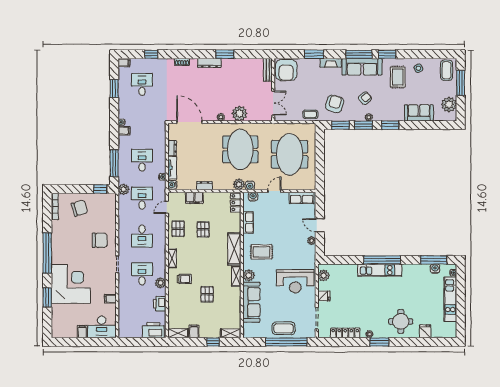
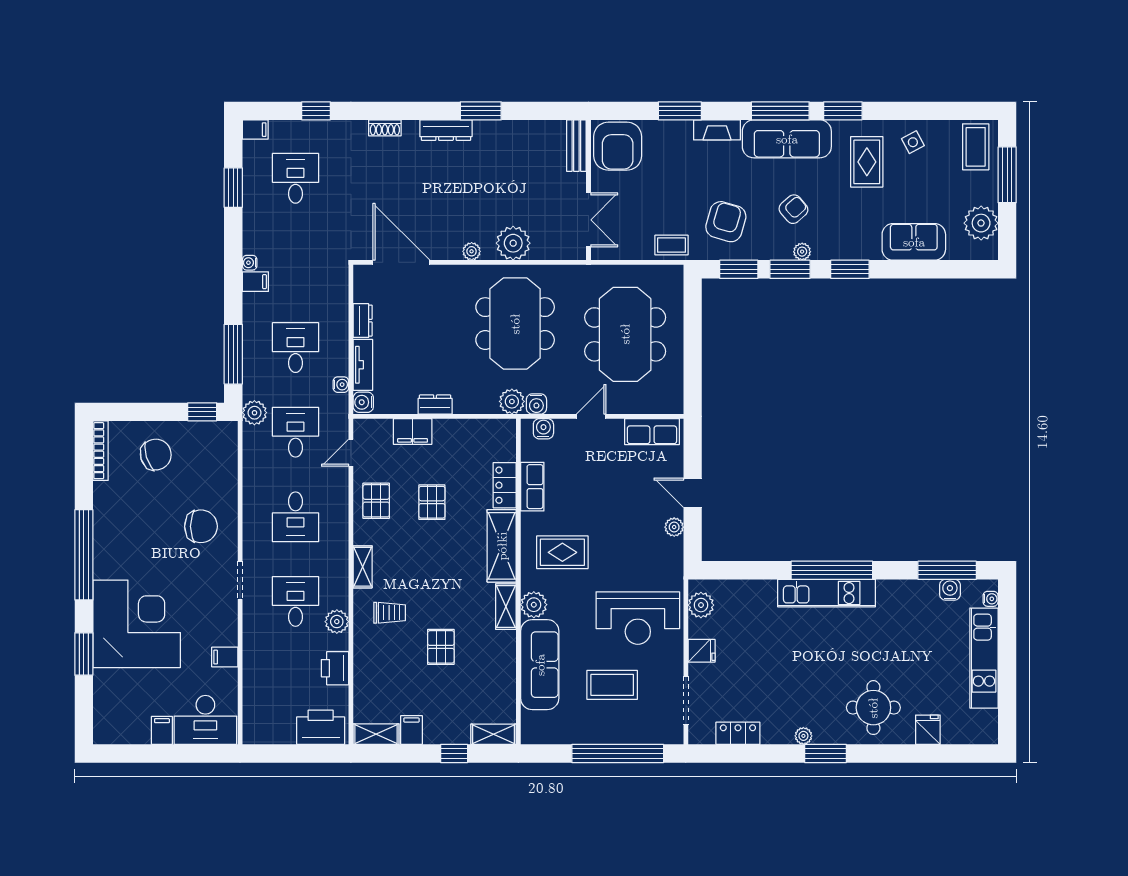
locker: (236, 203) -> (505, 485), moved
coffee table: (284, 328) -> (612, 685), moved
locker: (345, 333) -> (738, 733), width x0.66

